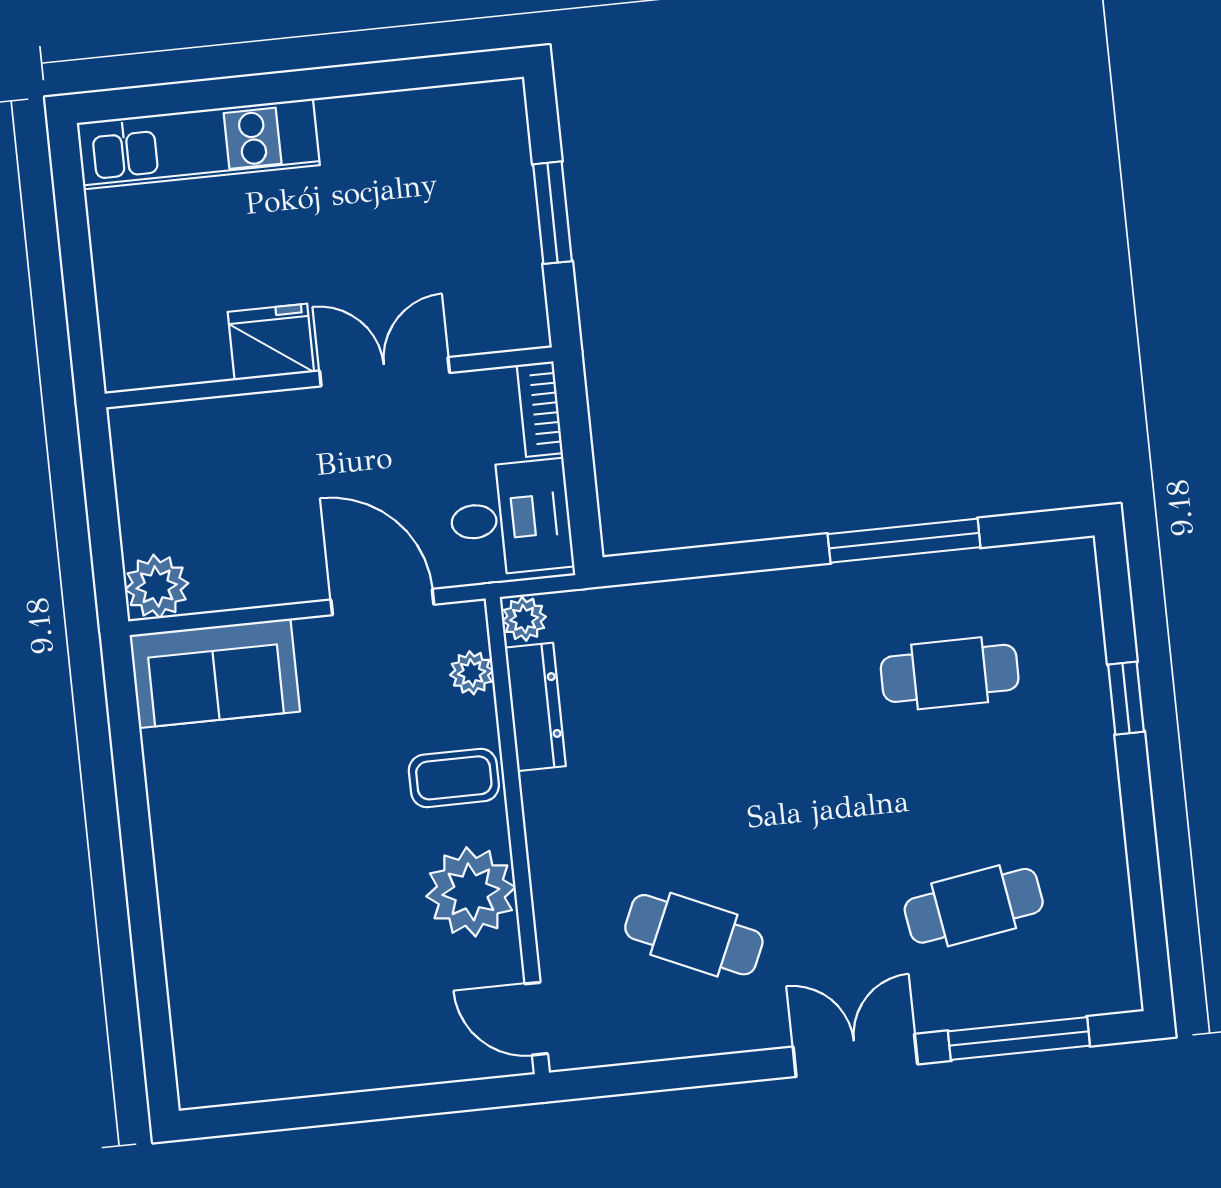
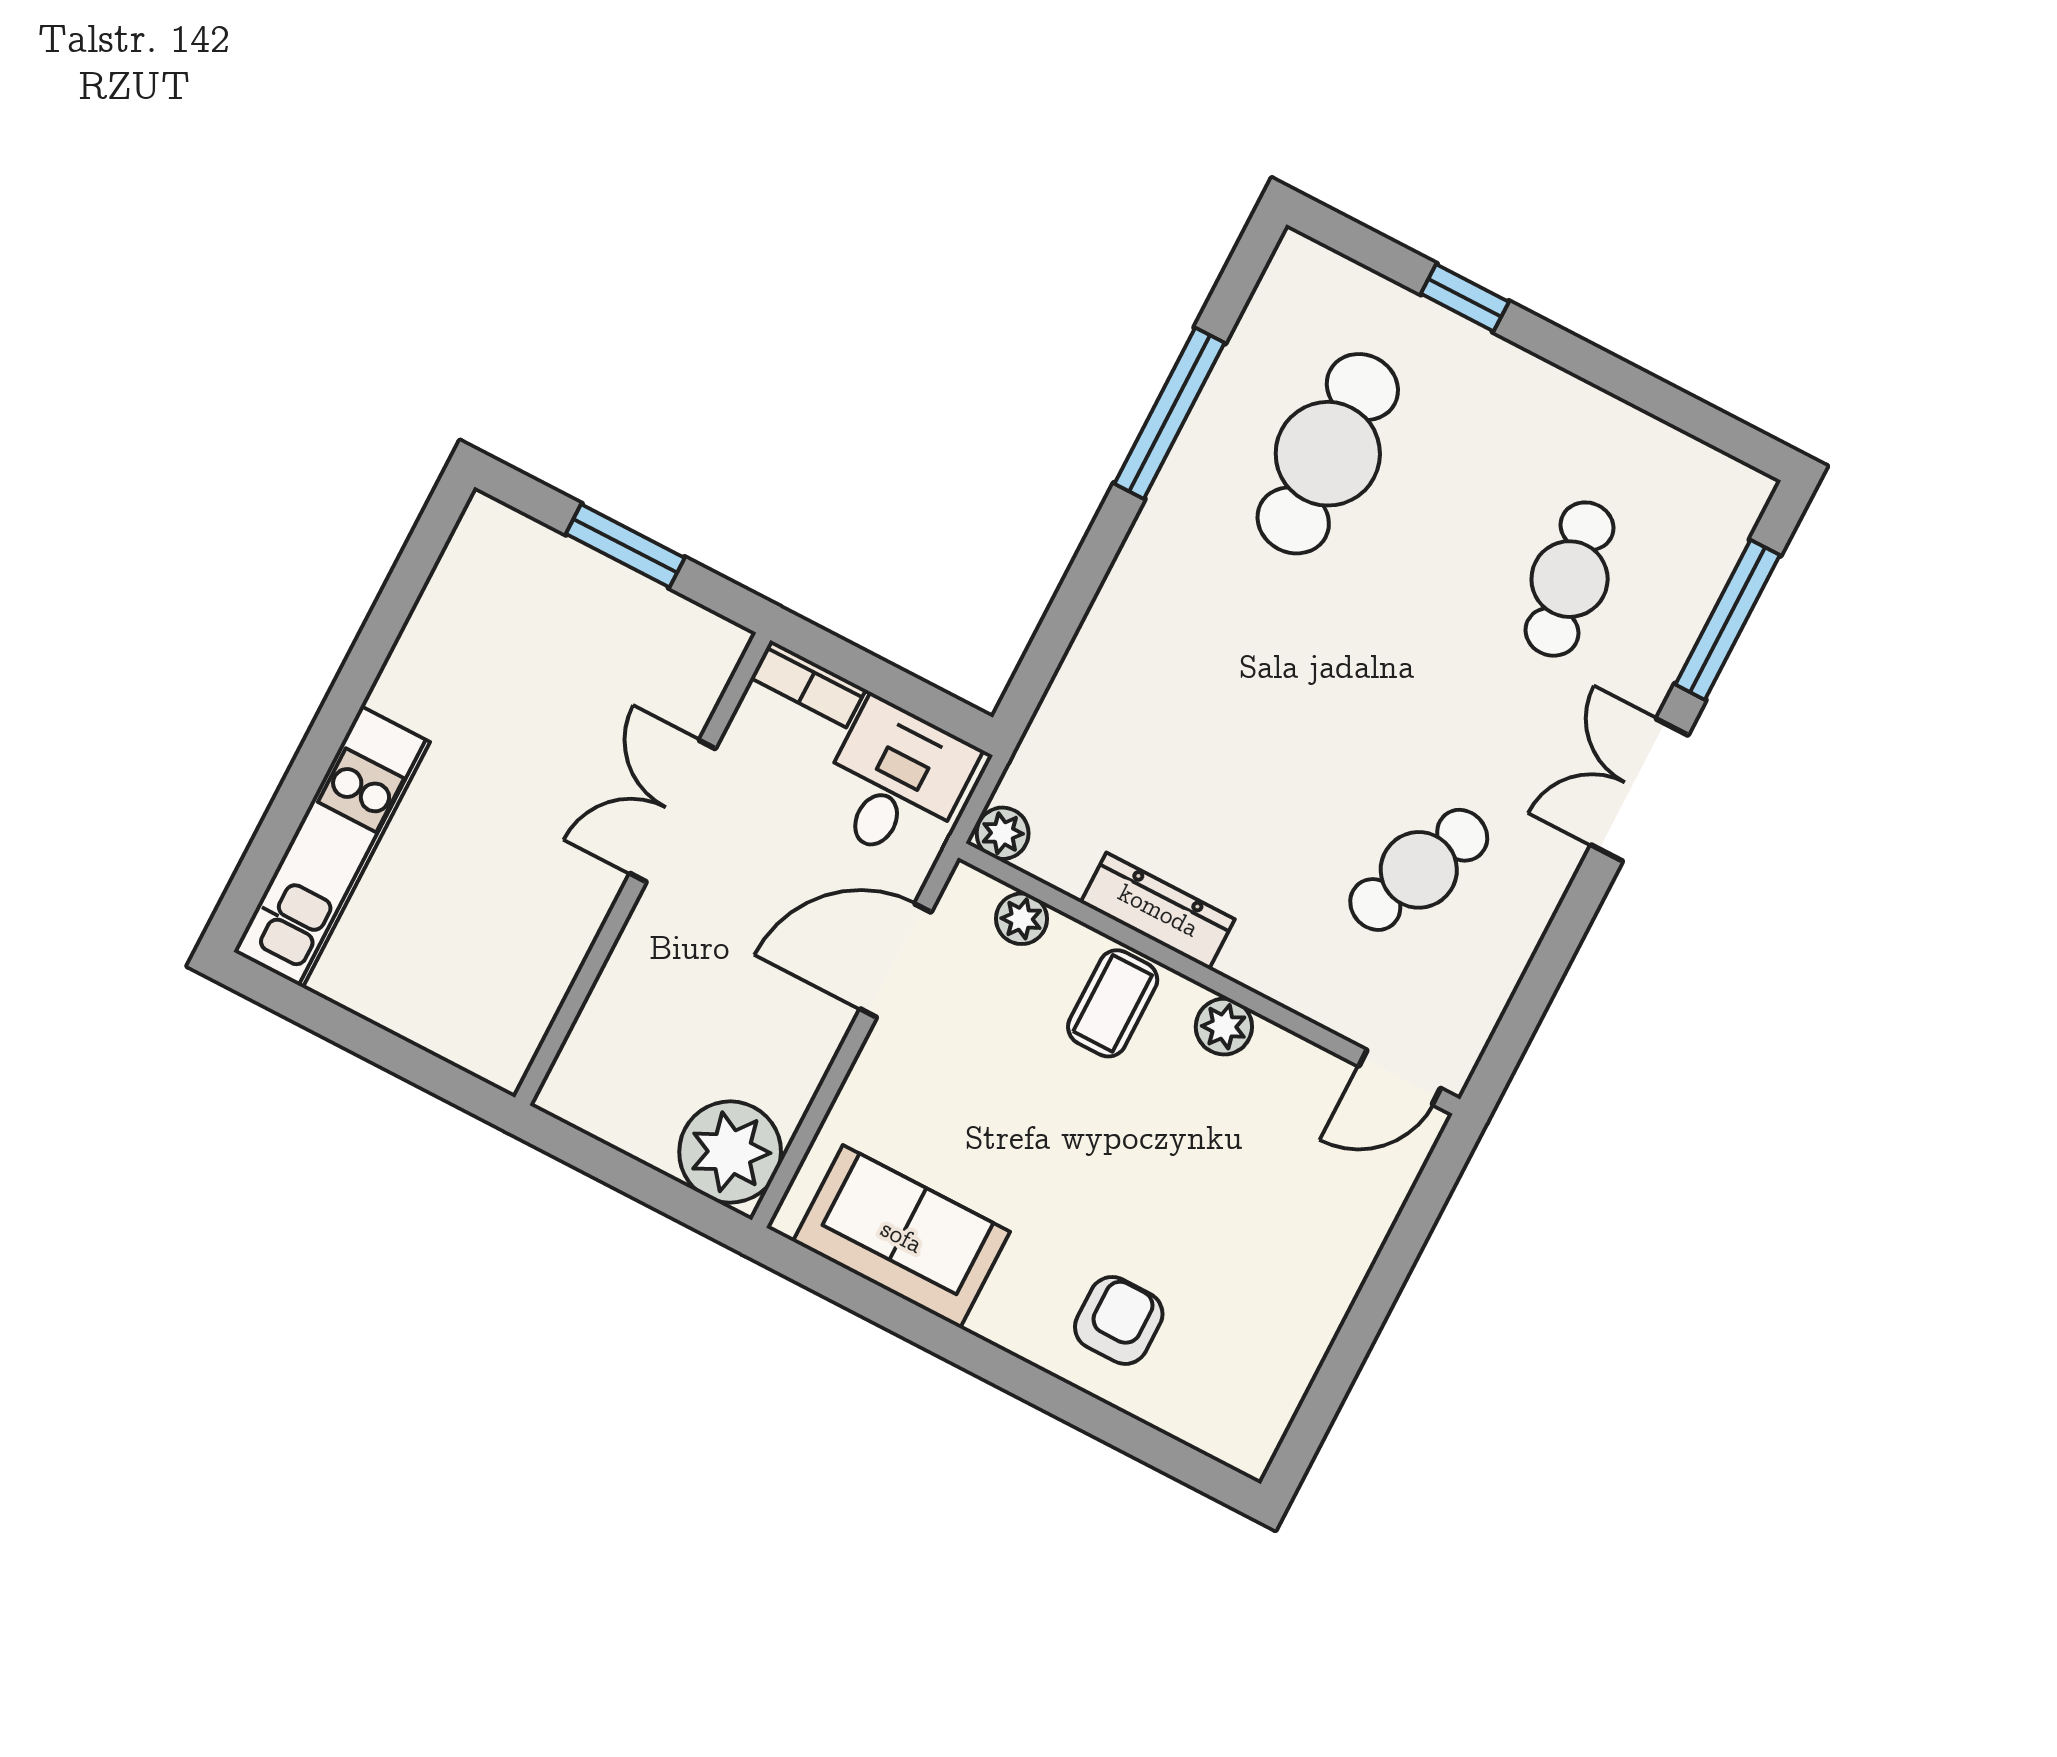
fridge: (271, 342) -> (571, 903), removed
plant: (157, 586) -> (730, 1152), width x1.36, depth x1.36
sofa: (215, 673) -> (901, 1237), moved, turned -90
cafe table: (950, 673) -> (1328, 454), width x1.37, depth x1.35
dresser: (535, 707) -> (1158, 911), moved
plant: (471, 892) -> (1224, 1027), width x0.53, depth x0.53
armchair: (229, 932) -> (1119, 1320), added

